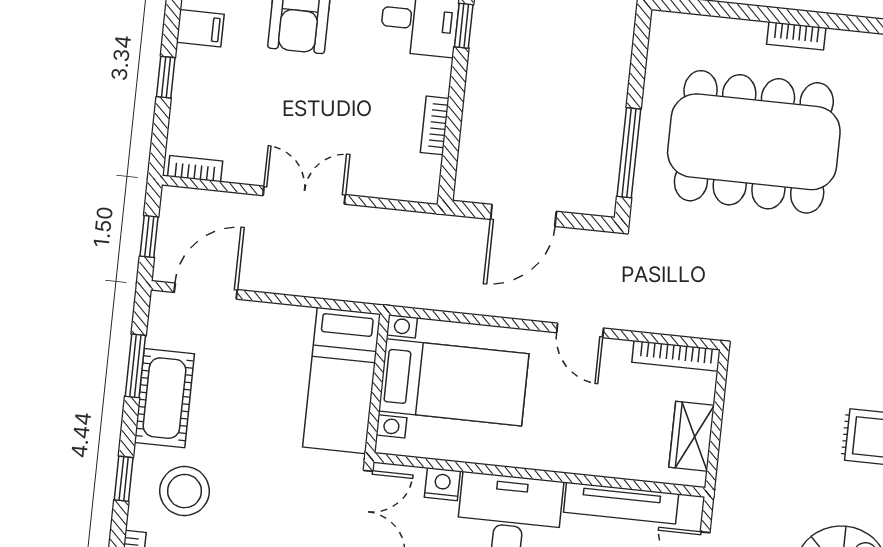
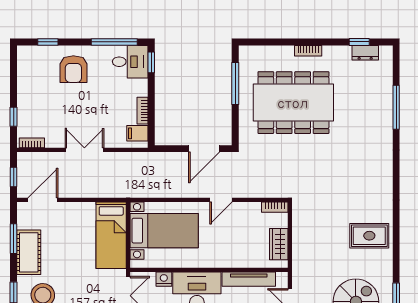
filing cabinet: (200, 28) -> (137, 133), moved, turned 180
window: (166, 77) -> (14, 117), moved
window: (629, 153) -> (235, 84), moved
door: (523, 215) -> (204, 149), moved
door: (580, 330) -> (221, 200), hinge flipped
bookcase: (676, 356) -> (275, 207), width x0.64

